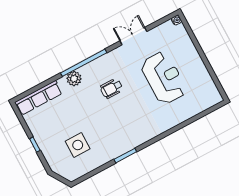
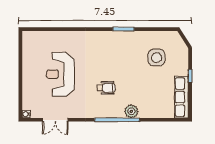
double door: (133, 36) -> (55, 120), moved
row of seats: (38, 98) -> (182, 97), moved, turned -90

